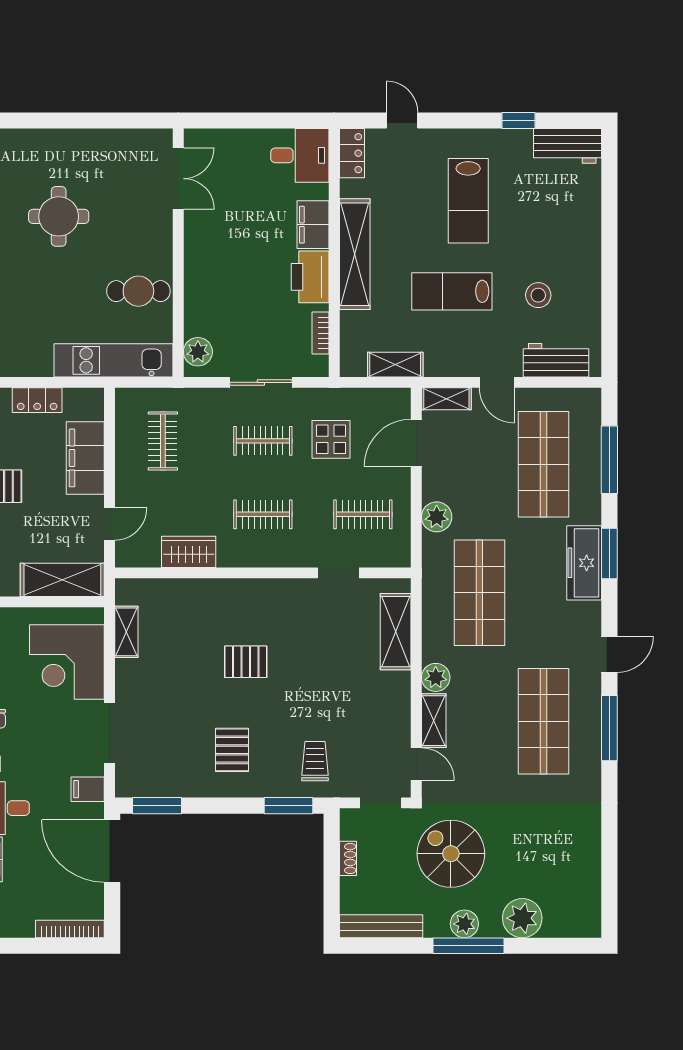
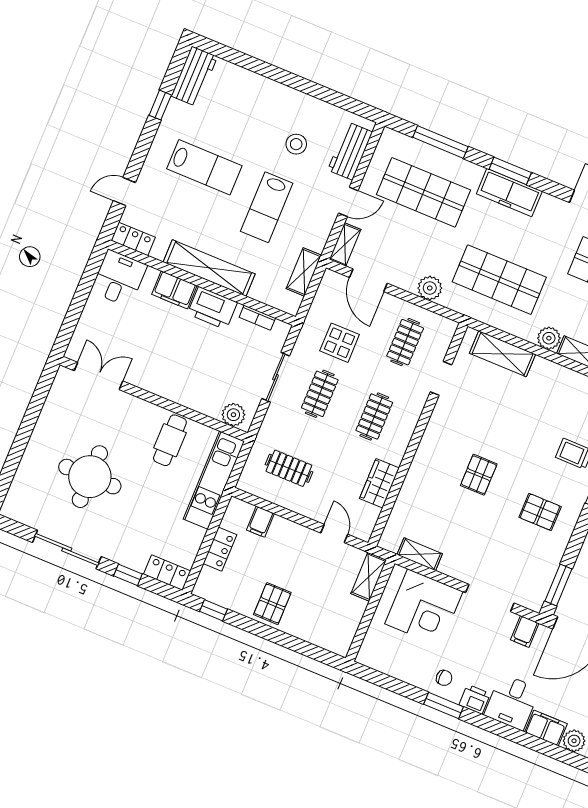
round table: (59, 216) -> (90, 477), width x1.36, depth x1.36
filing cabinet: (85, 458) -> (260, 522), width x0.33, depth x0.86
shelving: (62, 580) -> (369, 577), width x0.67, depth x0.75

